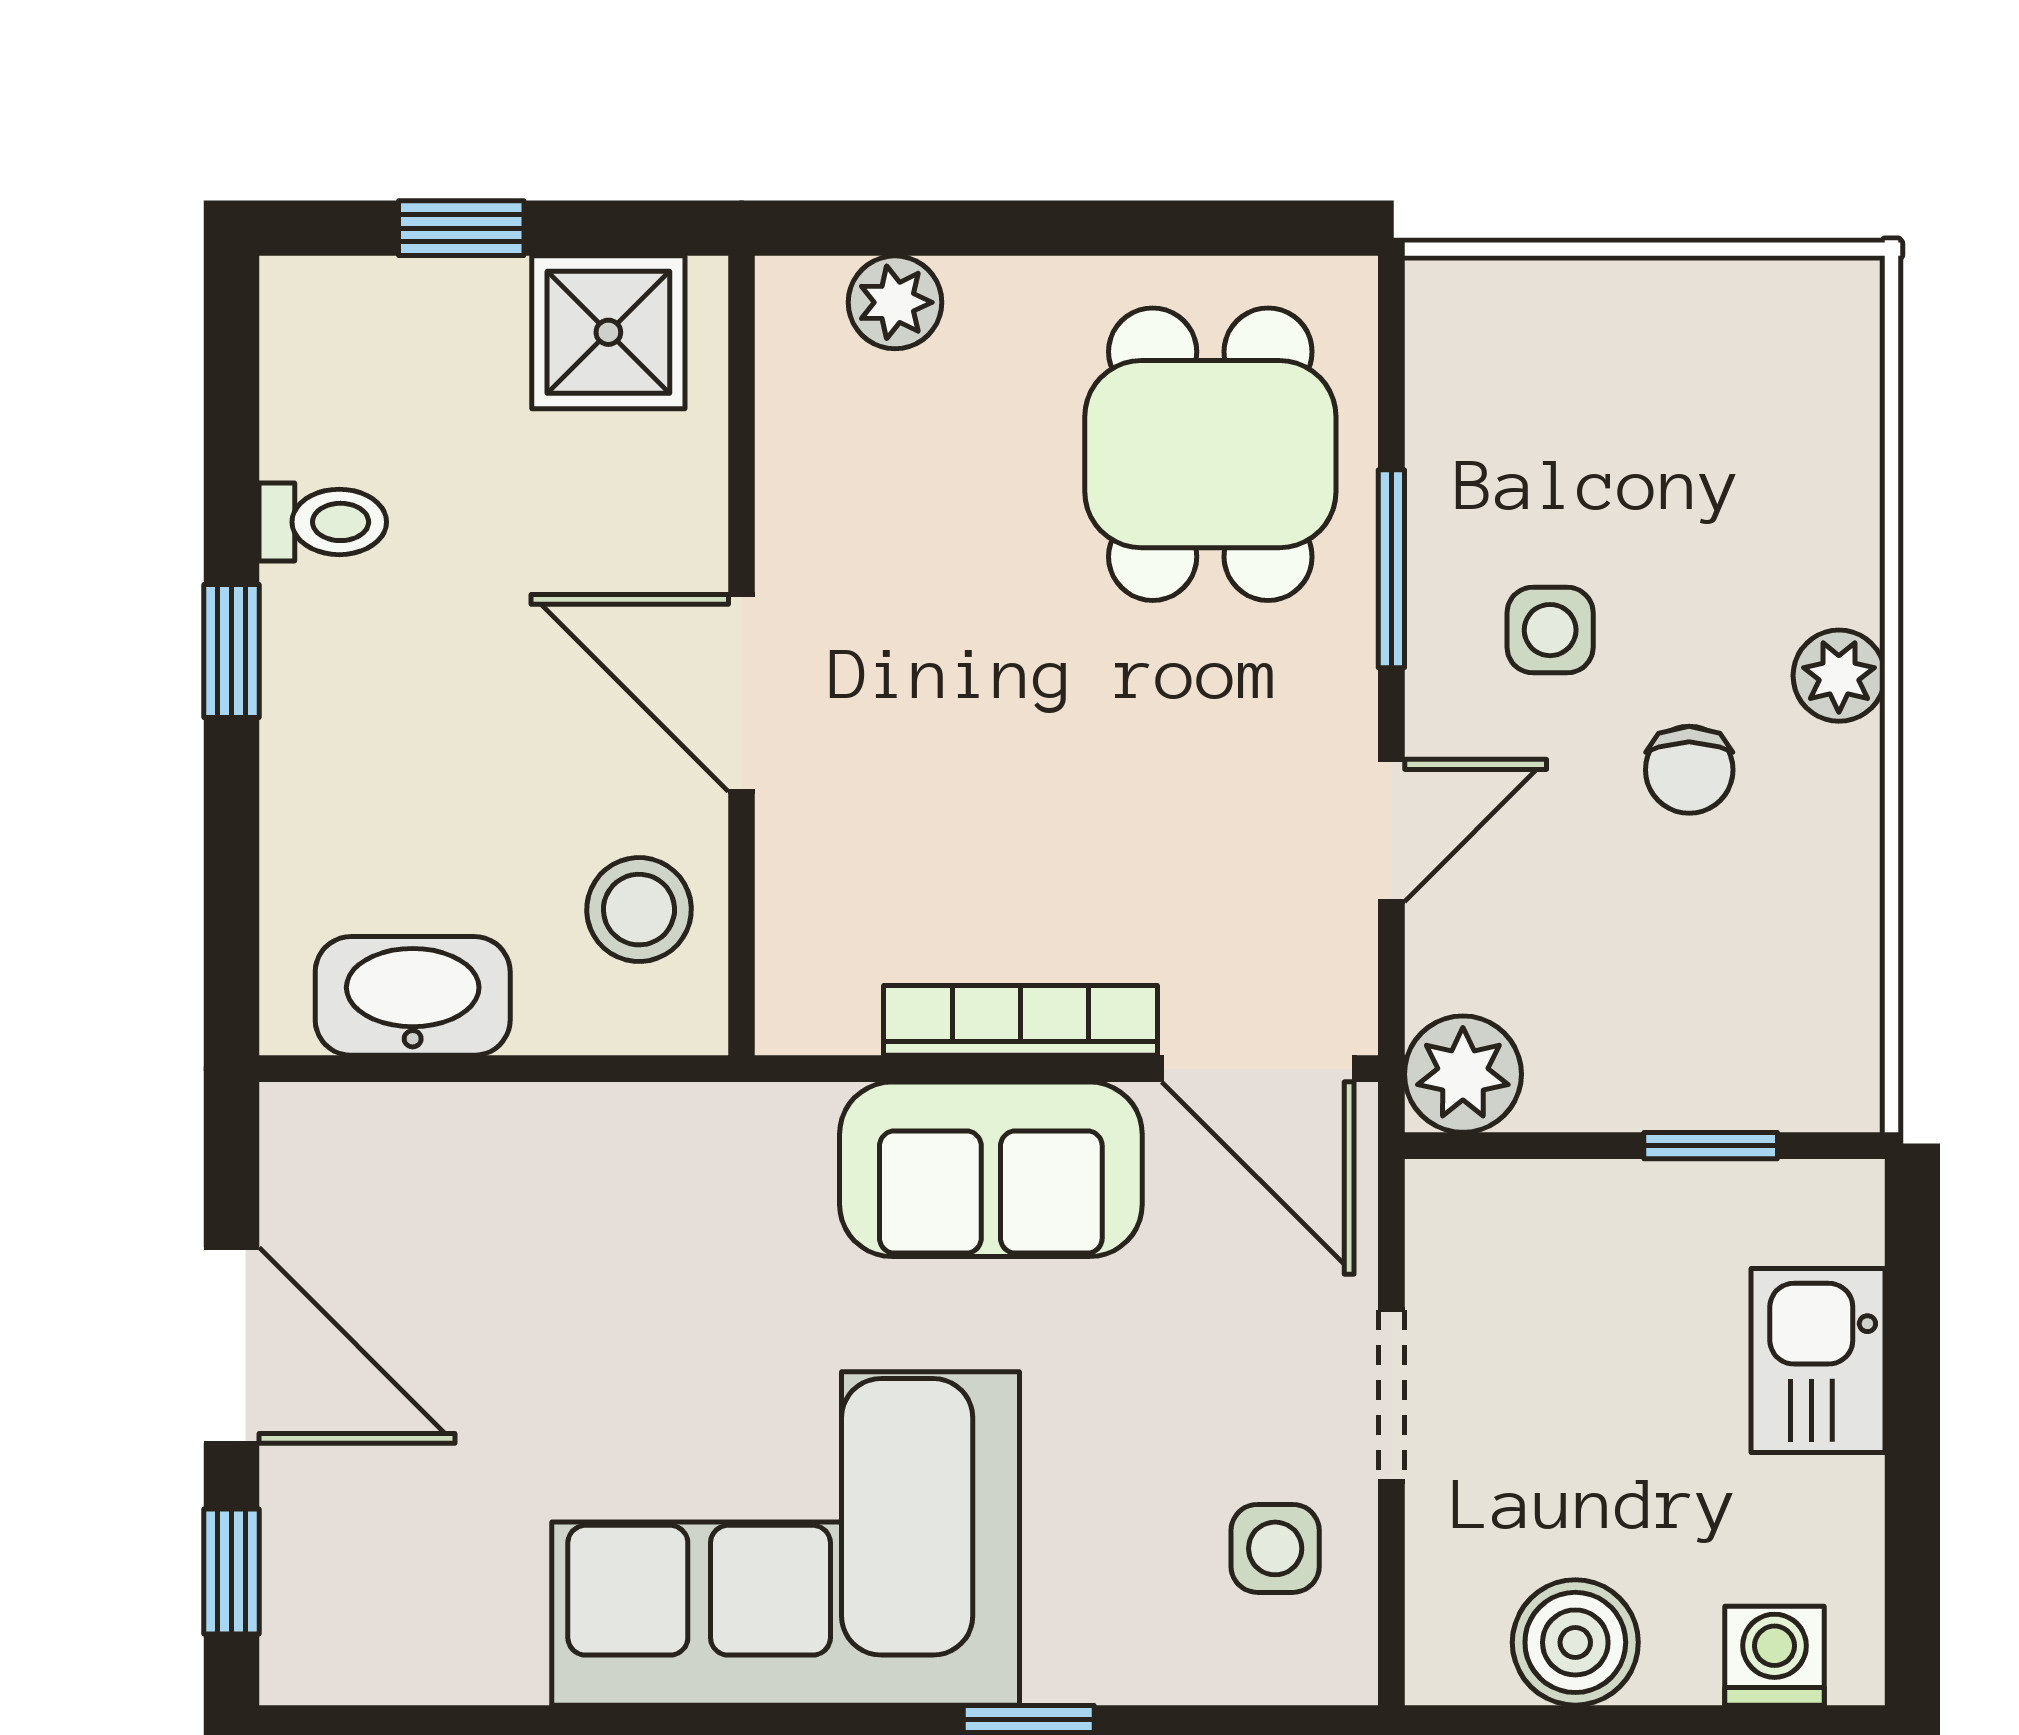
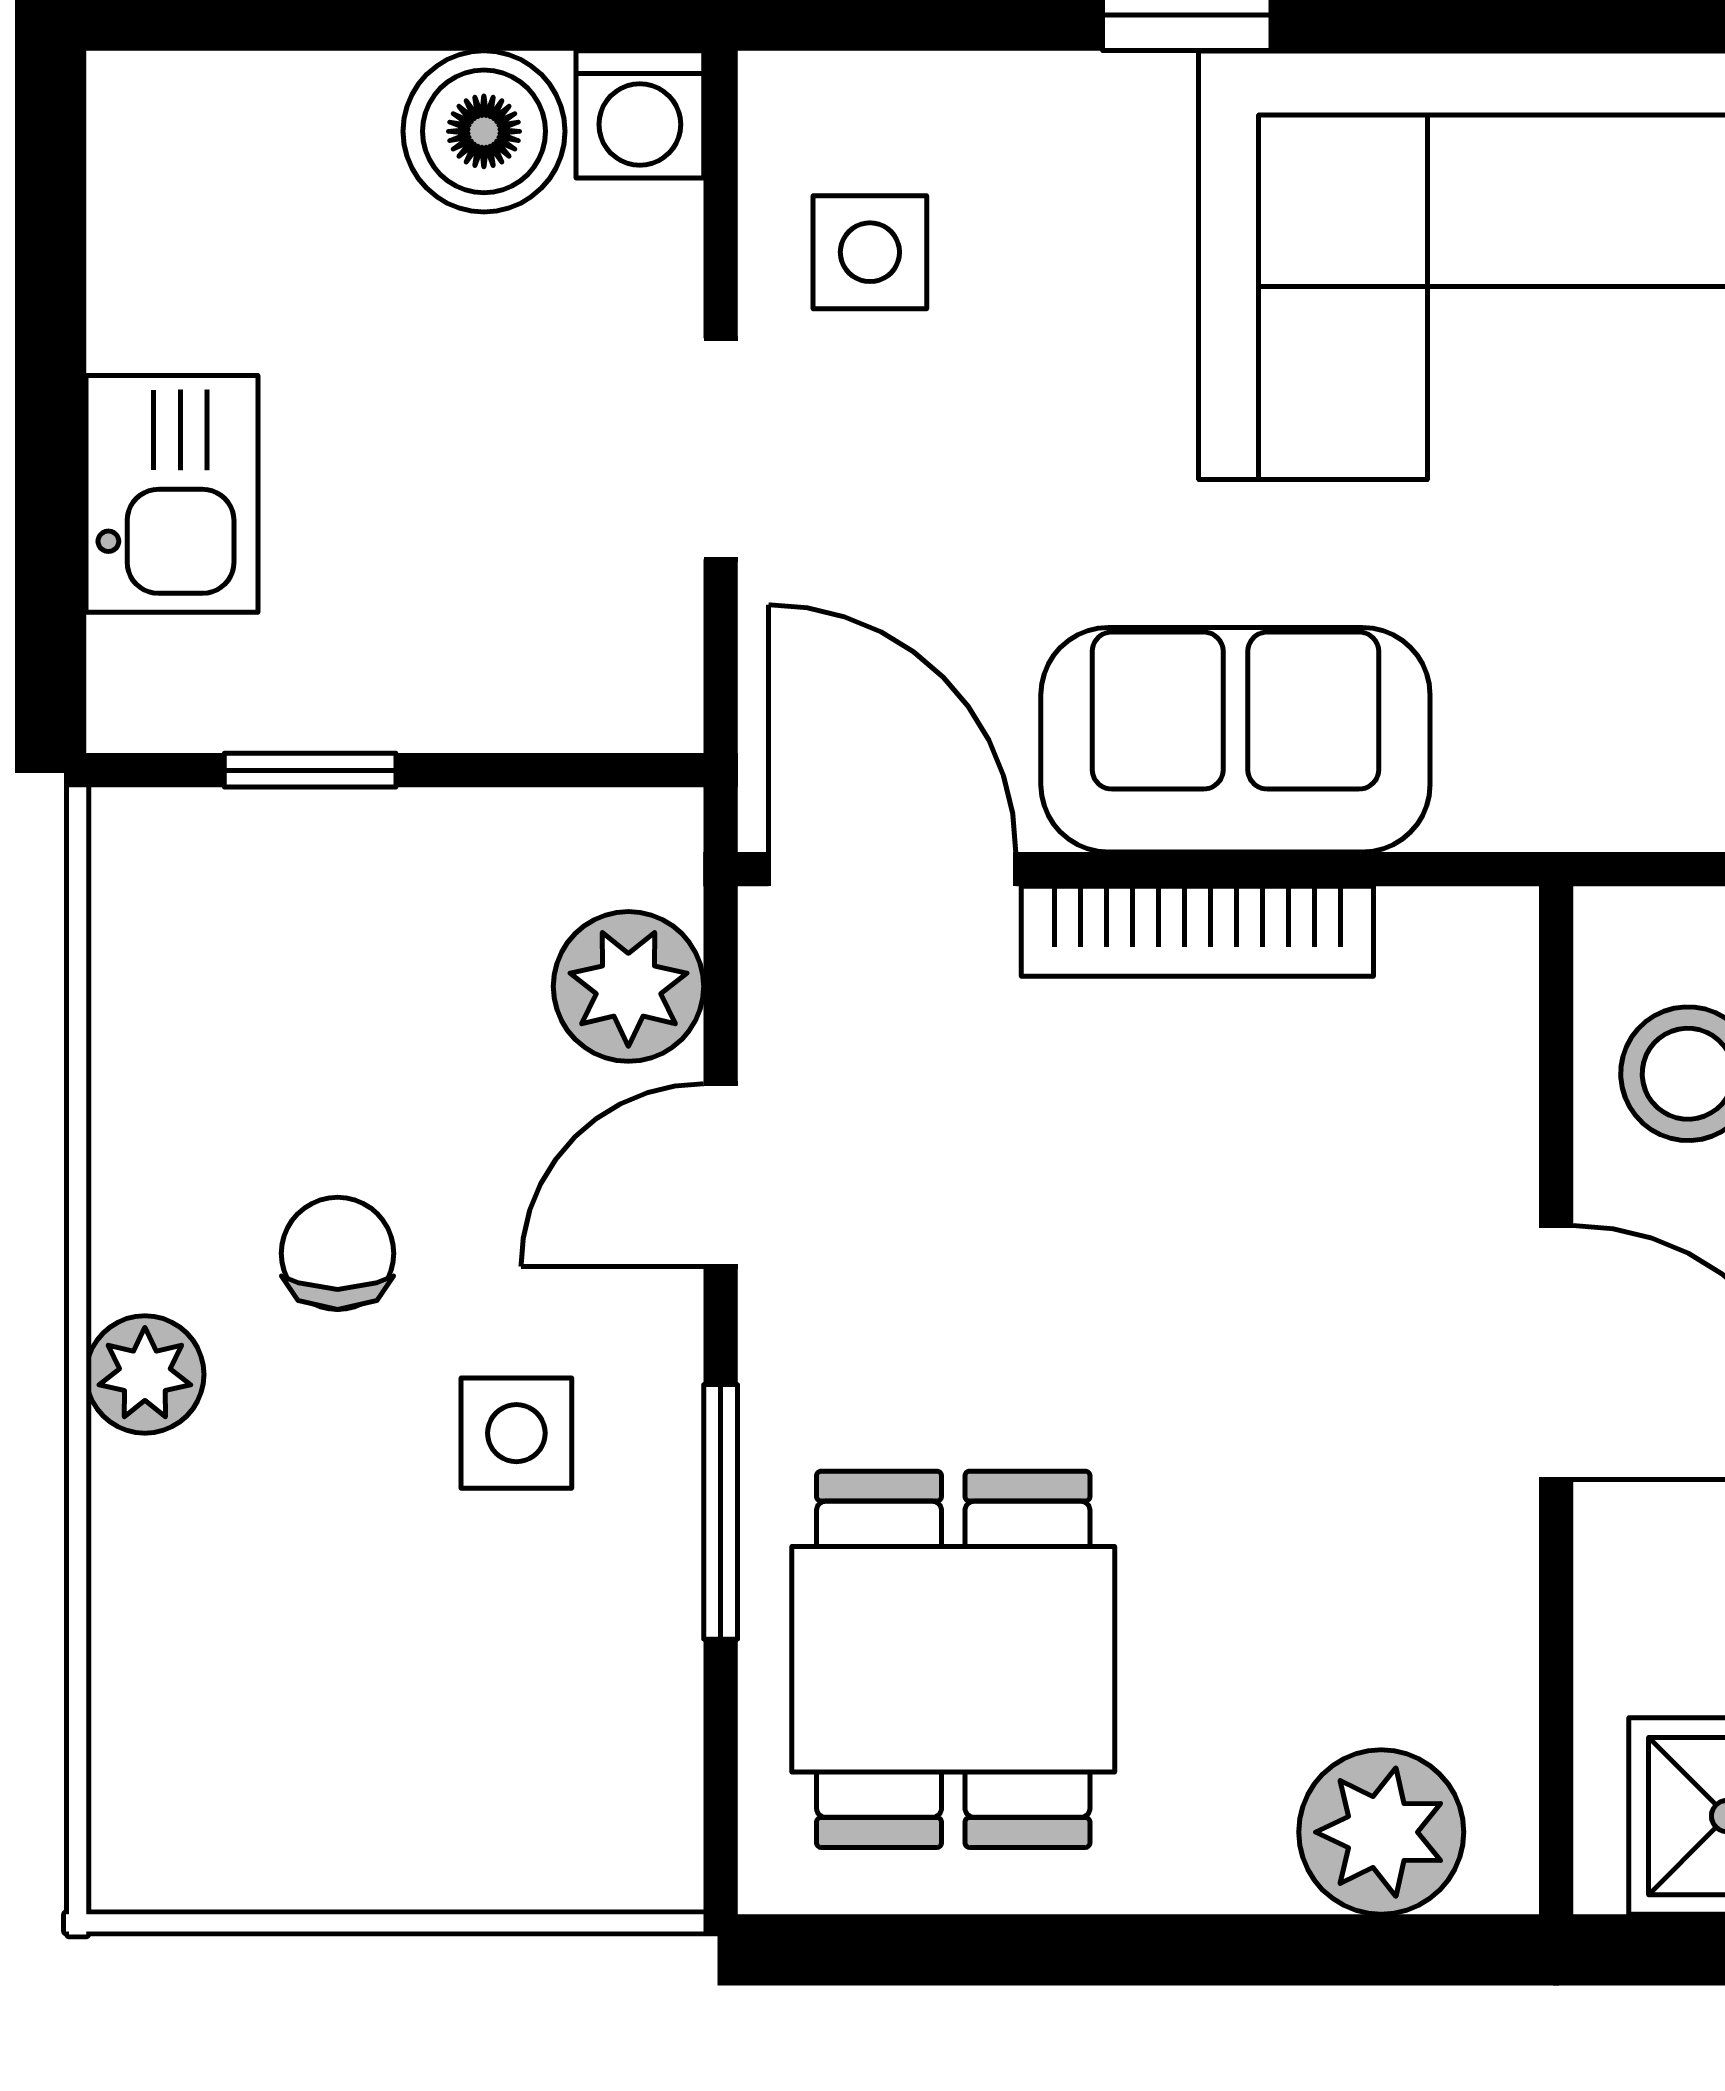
plant: (895, 302) -> (1381, 1832), width x1.38, depth x1.38
plant: (1463, 1074) -> (628, 986), moved
washing machine: (1774, 1656) -> (640, 114), moved

